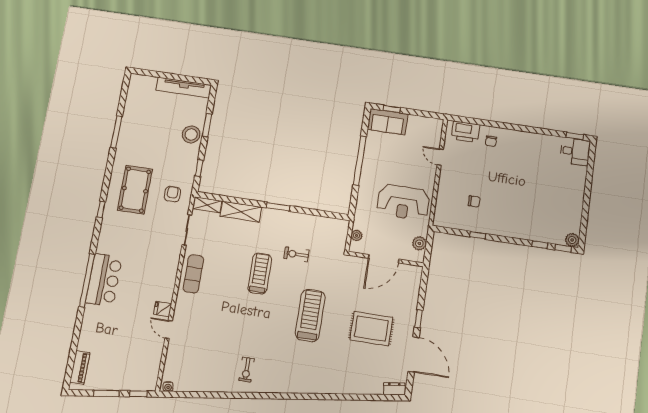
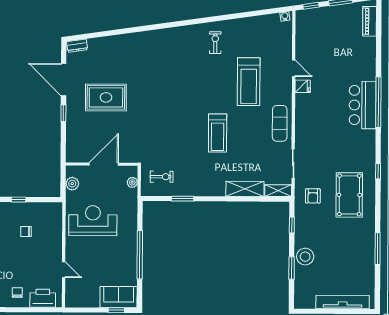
tv unit: (184, 88) -> (343, 302), moved
window: (278, 207) -> (183, 199), moved
exercise bike: (297, 254) -> (162, 177), moved
treadmill: (310, 315) -> (249, 82), moved

